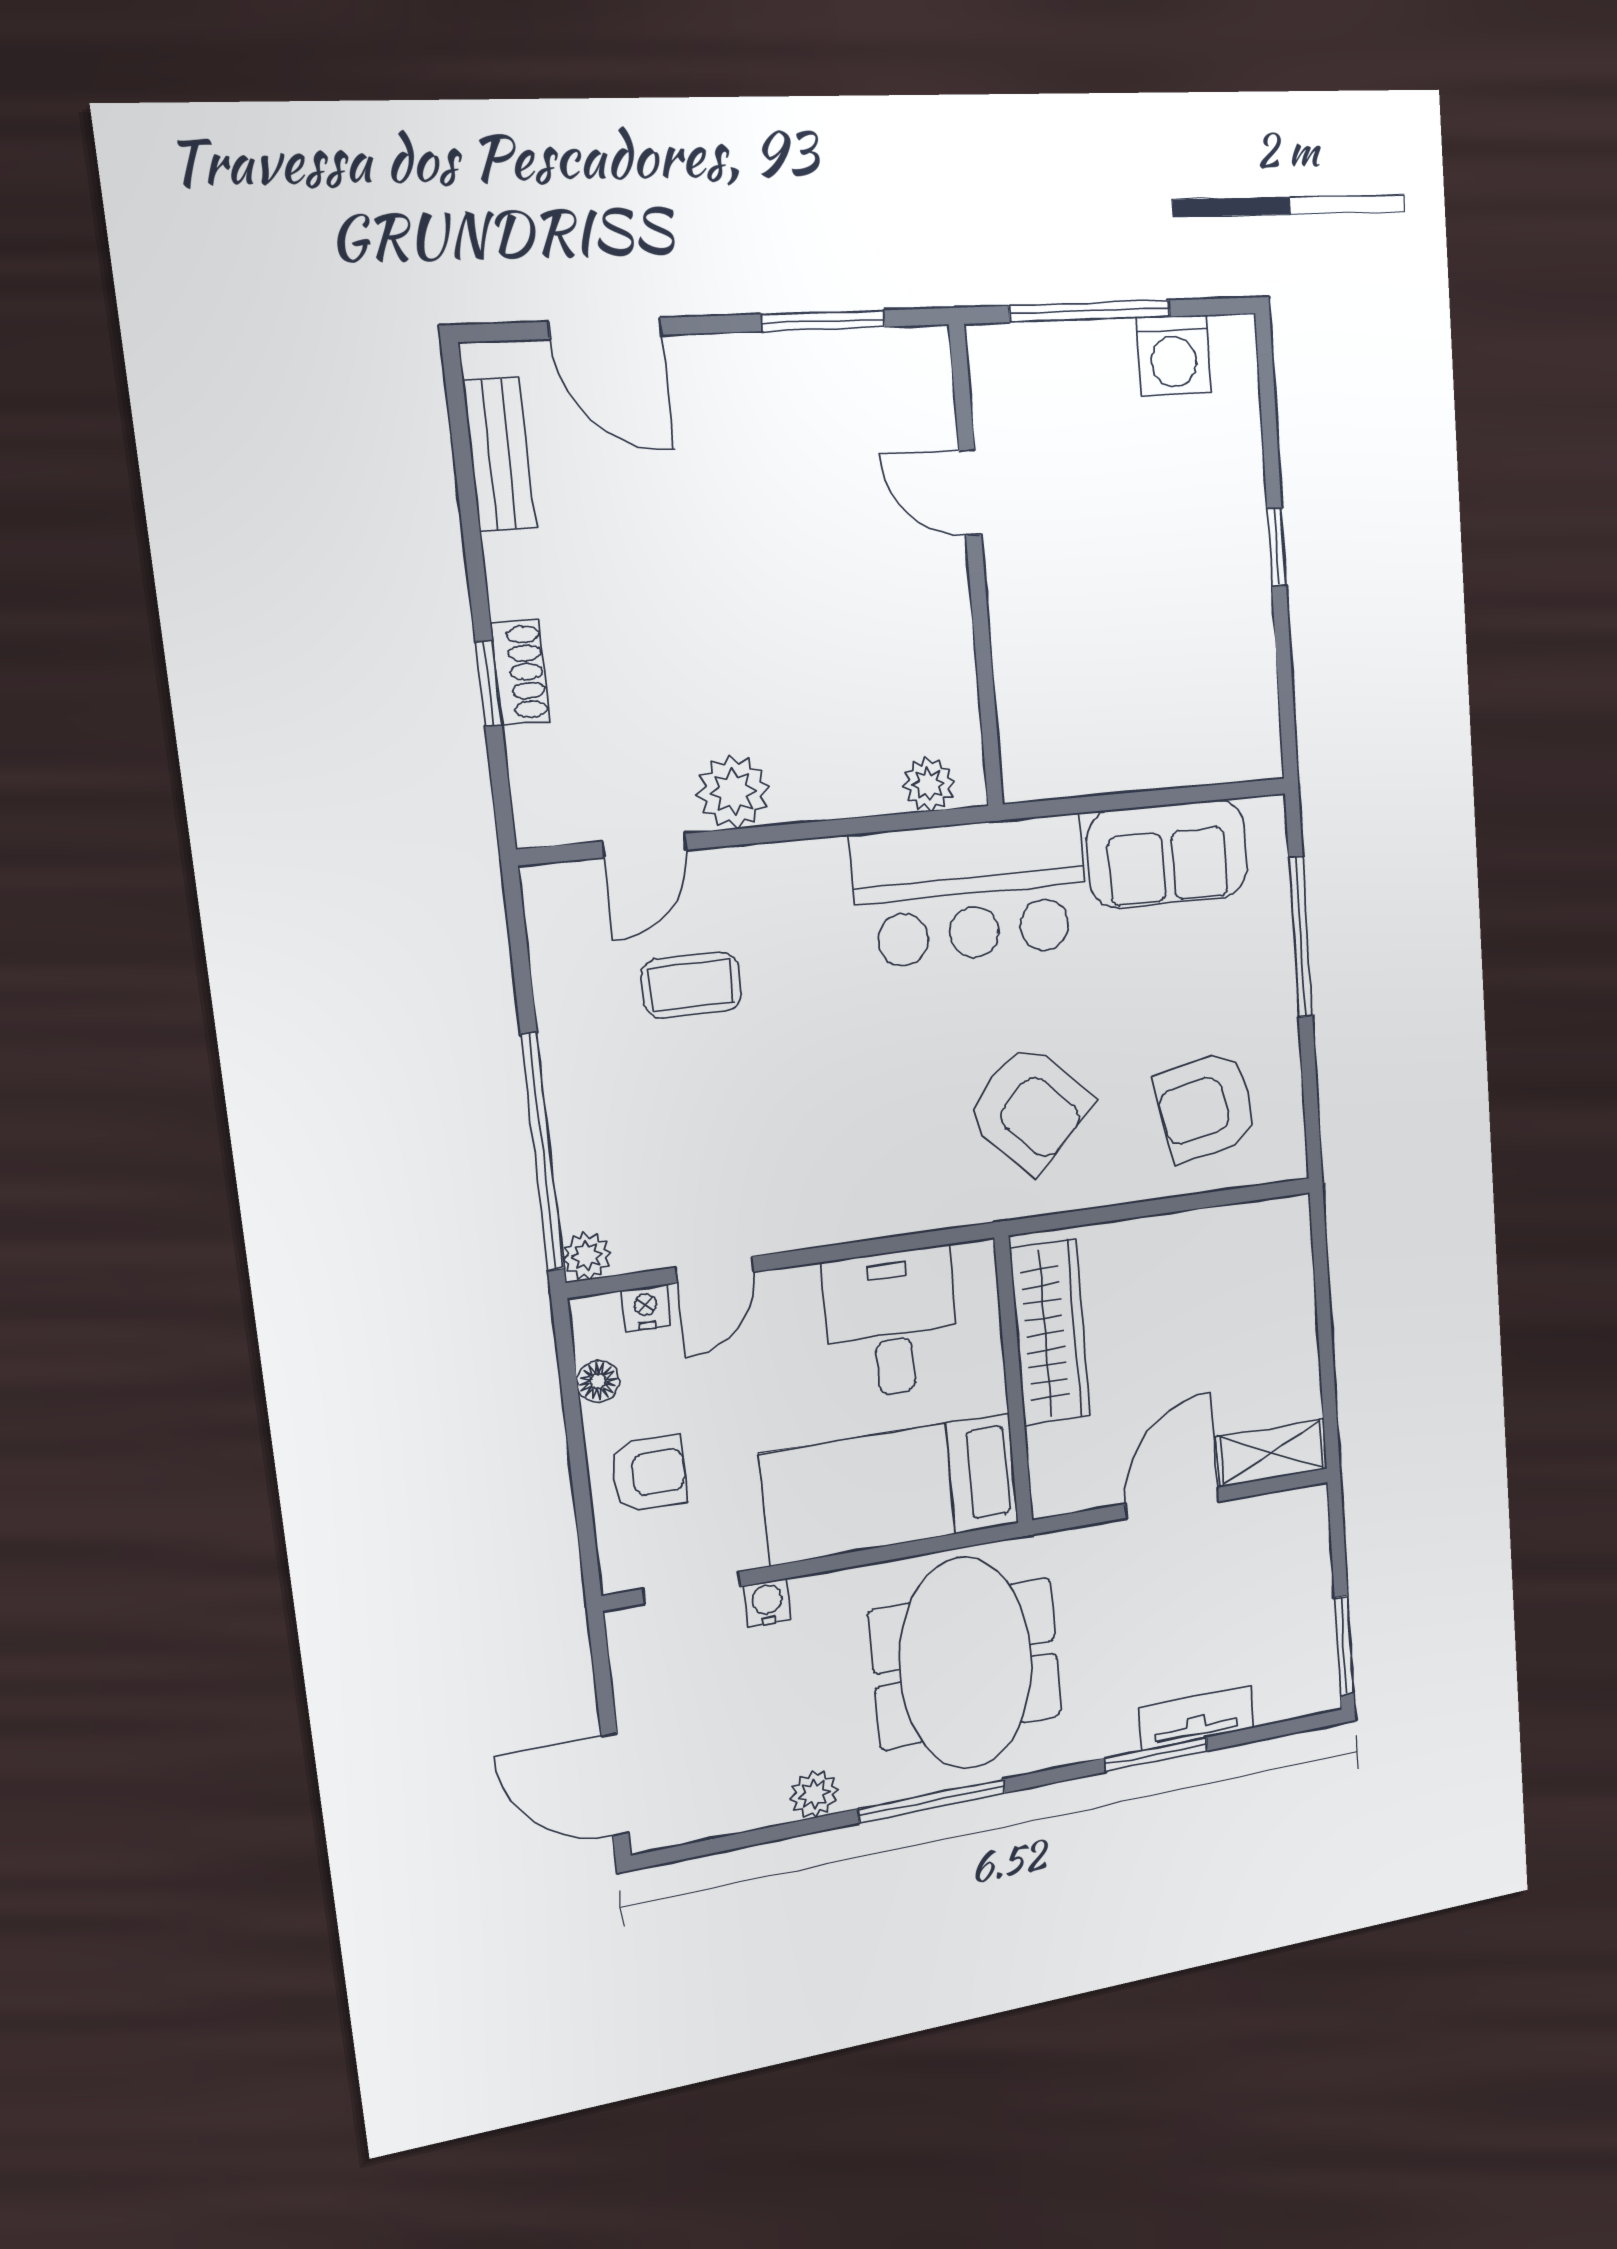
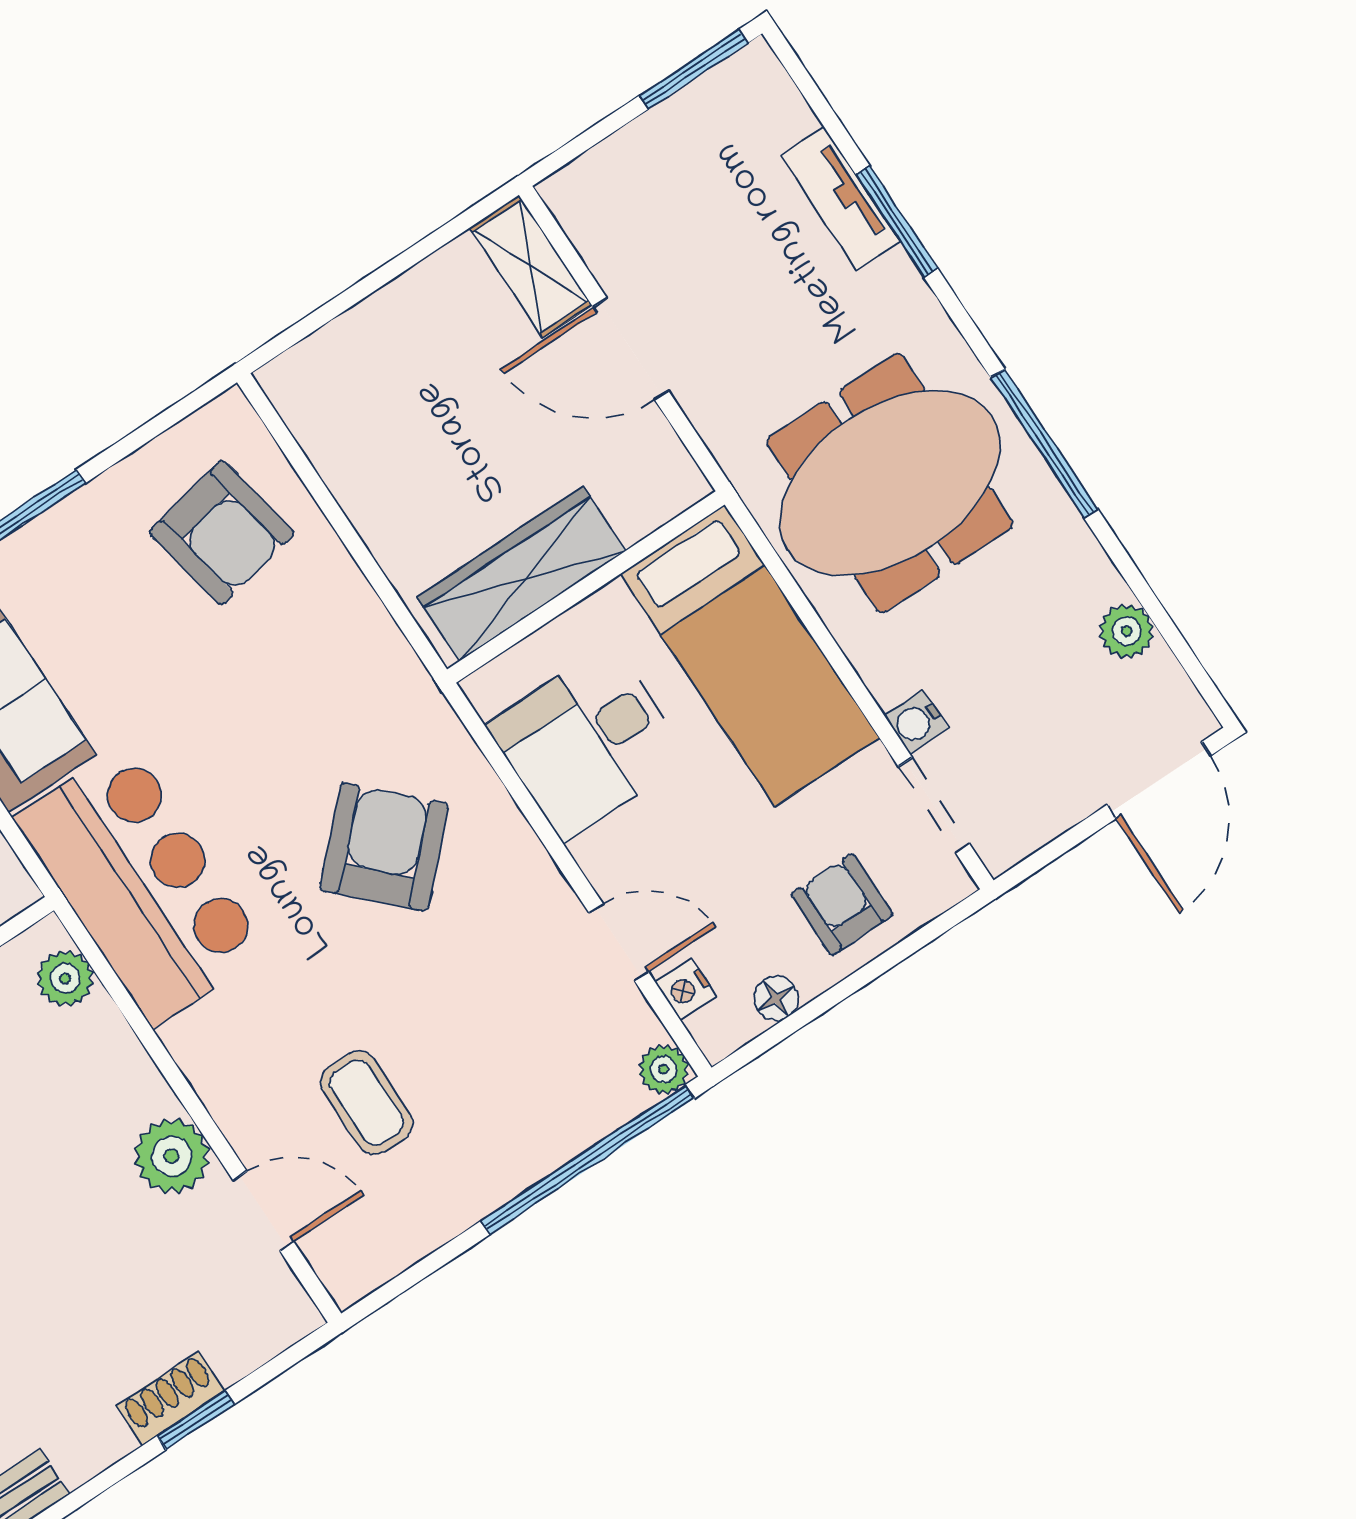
armchair: (1030, 1108) -> (384, 847), moved
plant: (814, 1794) -> (1127, 631), moved

